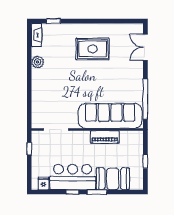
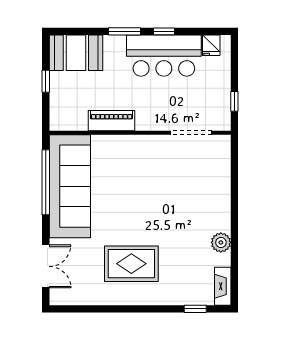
sofa: (110, 116) -> (70, 186), moved, turned -90
booth: (113, 179) -> (76, 53), moved

